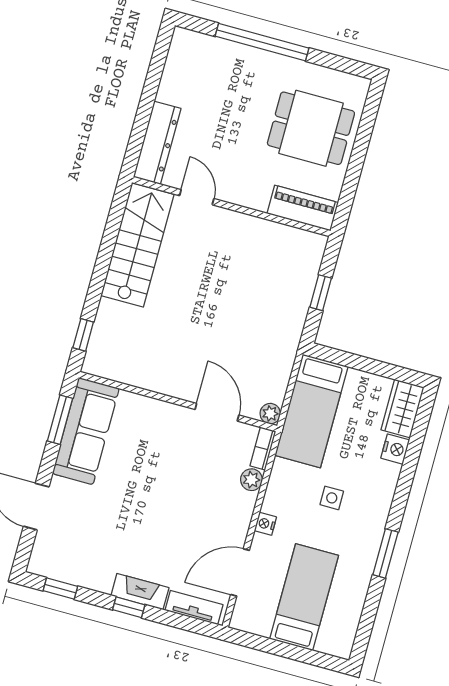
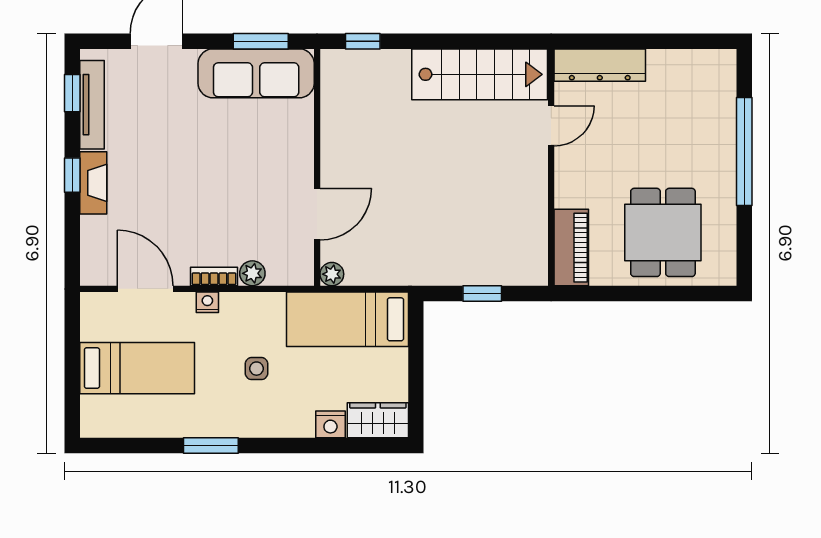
bookcase: (263, 448) -> (214, 277), moved
tv unit: (194, 608) -> (92, 105), moved, width x1.41

